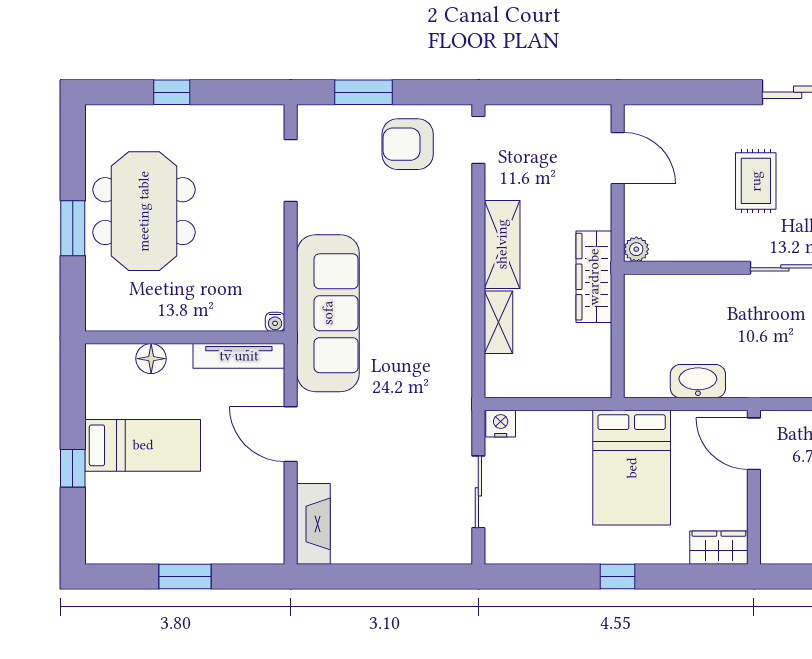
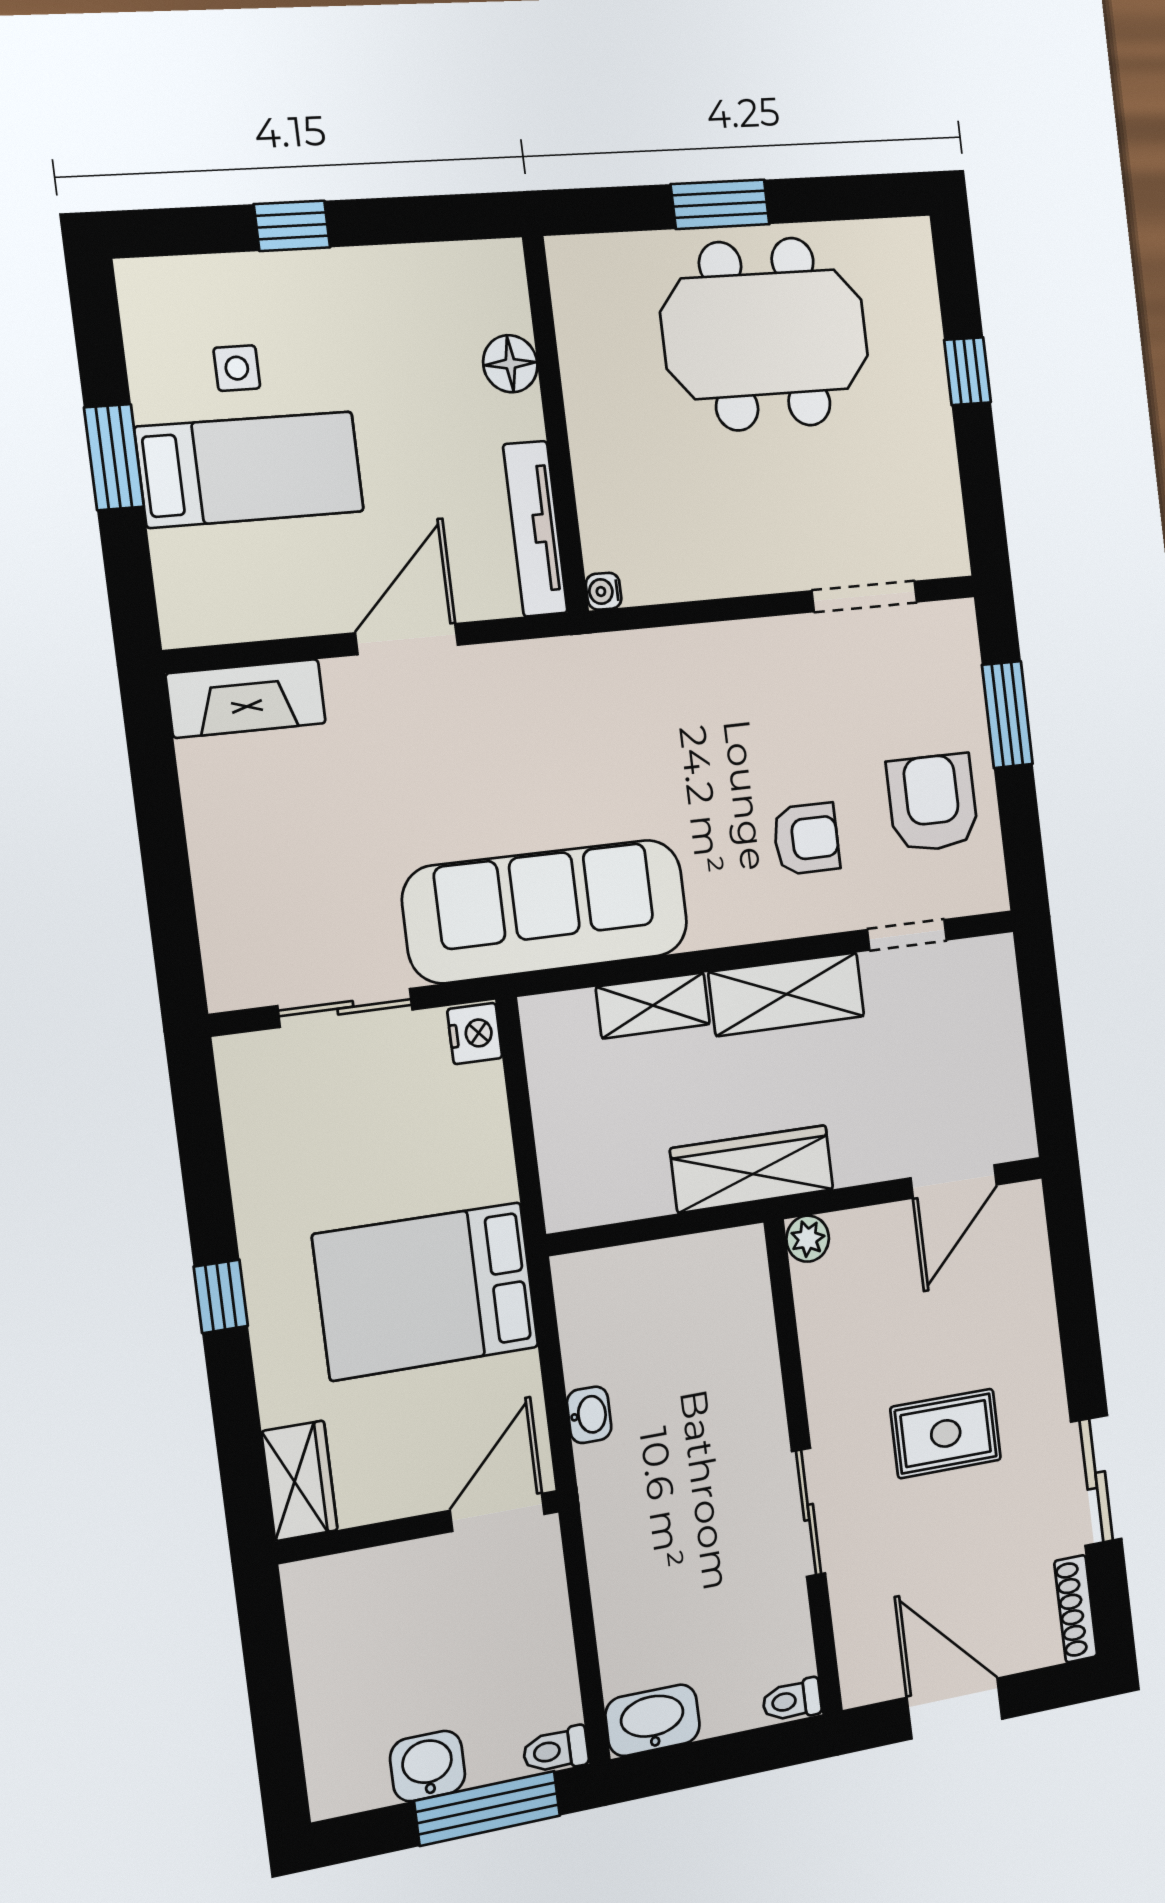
doorway: (478, 140) -> (907, 935), moved
armchair: (419, 222) -> (806, 839), added
sofa: (328, 313) -> (546, 911), moved, turned 180
washbasin: (698, 381) -> (589, 1415), width x0.52, depth x0.69
bed: (143, 445) -> (250, 469), moved, turned -90
side table: (144, 507) -> (237, 368), added

